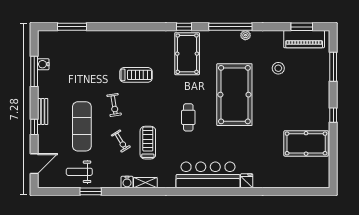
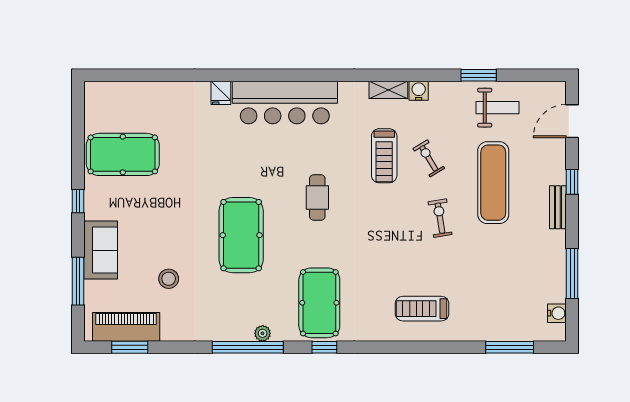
plant: (245, 35) -> (263, 333), moved
water cooler: (43, 64) -> (557, 313), moved
treadmill: (136, 75) -> (422, 309), moved
sofa: (319, 86) -> (101, 250), added
pool table: (234, 95) -> (241, 235), width x0.73, depth x0.76

